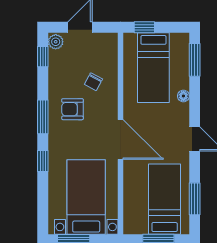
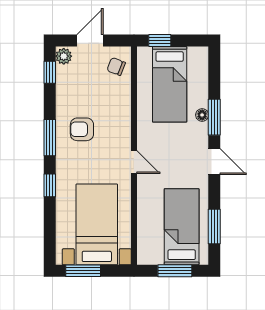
window: (195, 60) -> (214, 117), moved
chair: (93, 82) -> (116, 67), moved, turned 83
door: (120, 139) -> (134, 162), width x0.53

